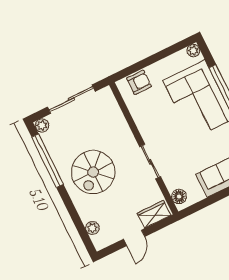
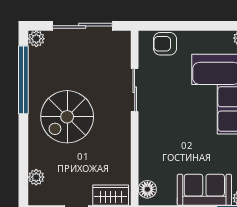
armchair: (139, 82) -> (165, 44), turned 180
sliding door: (150, 162) -> (135, 90), moved

